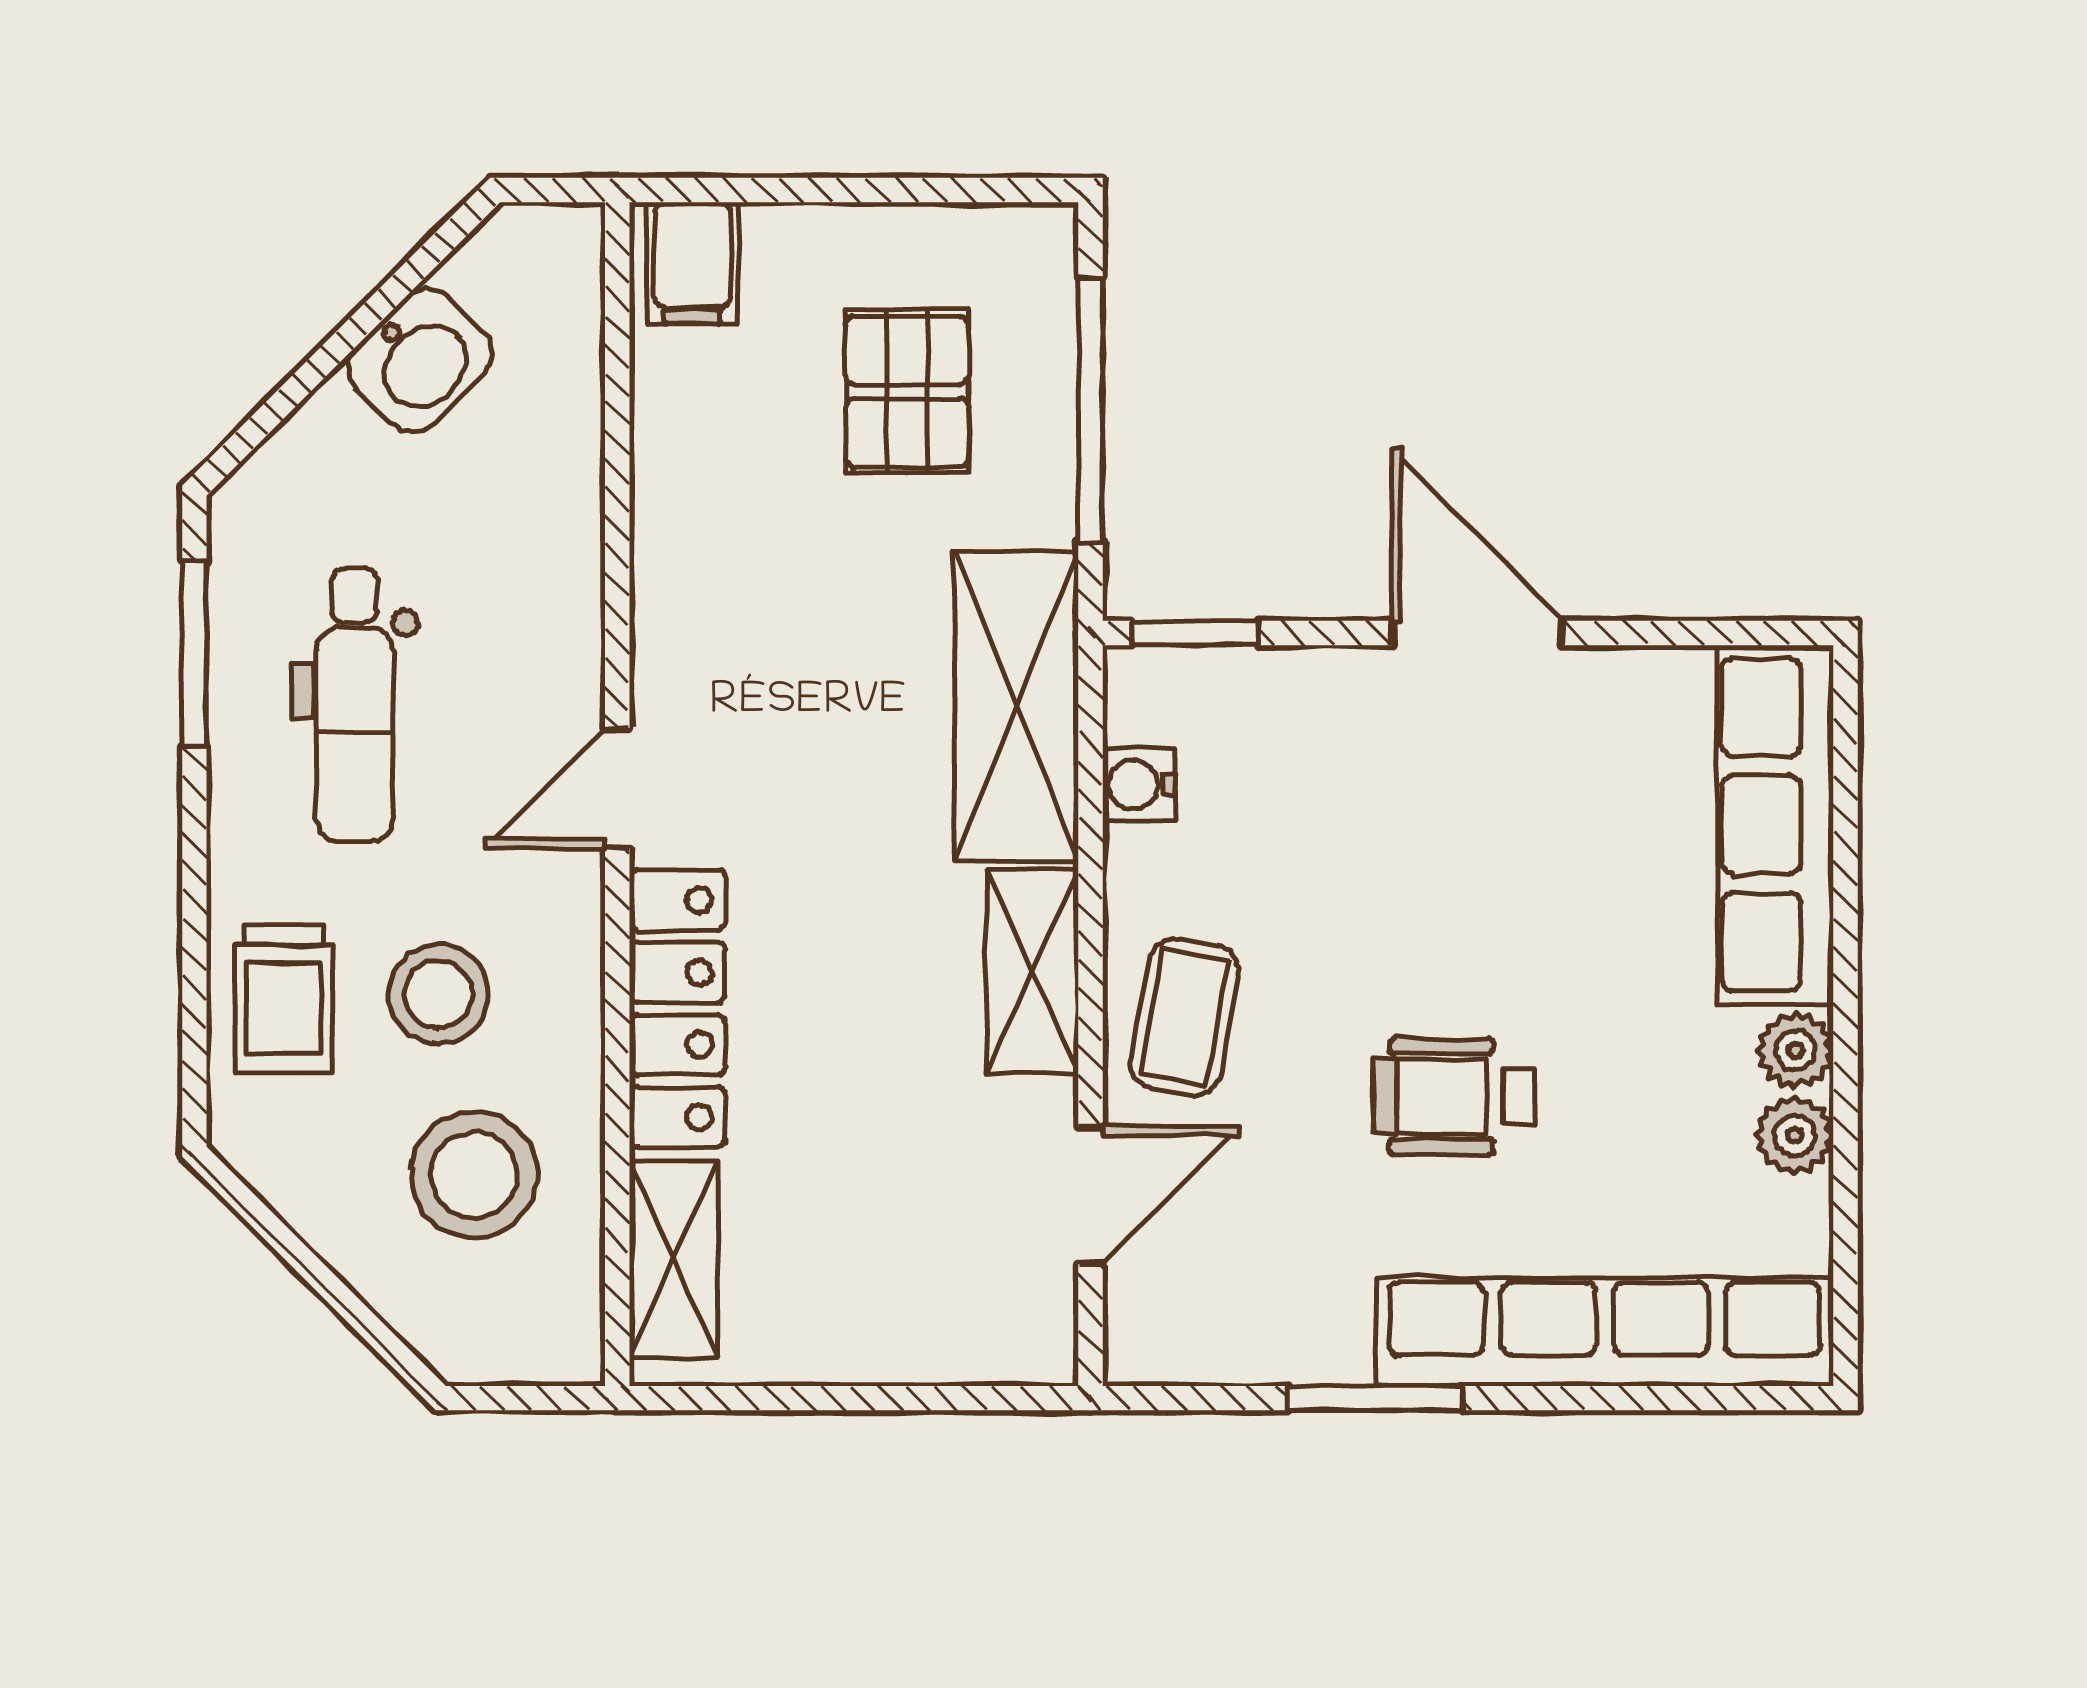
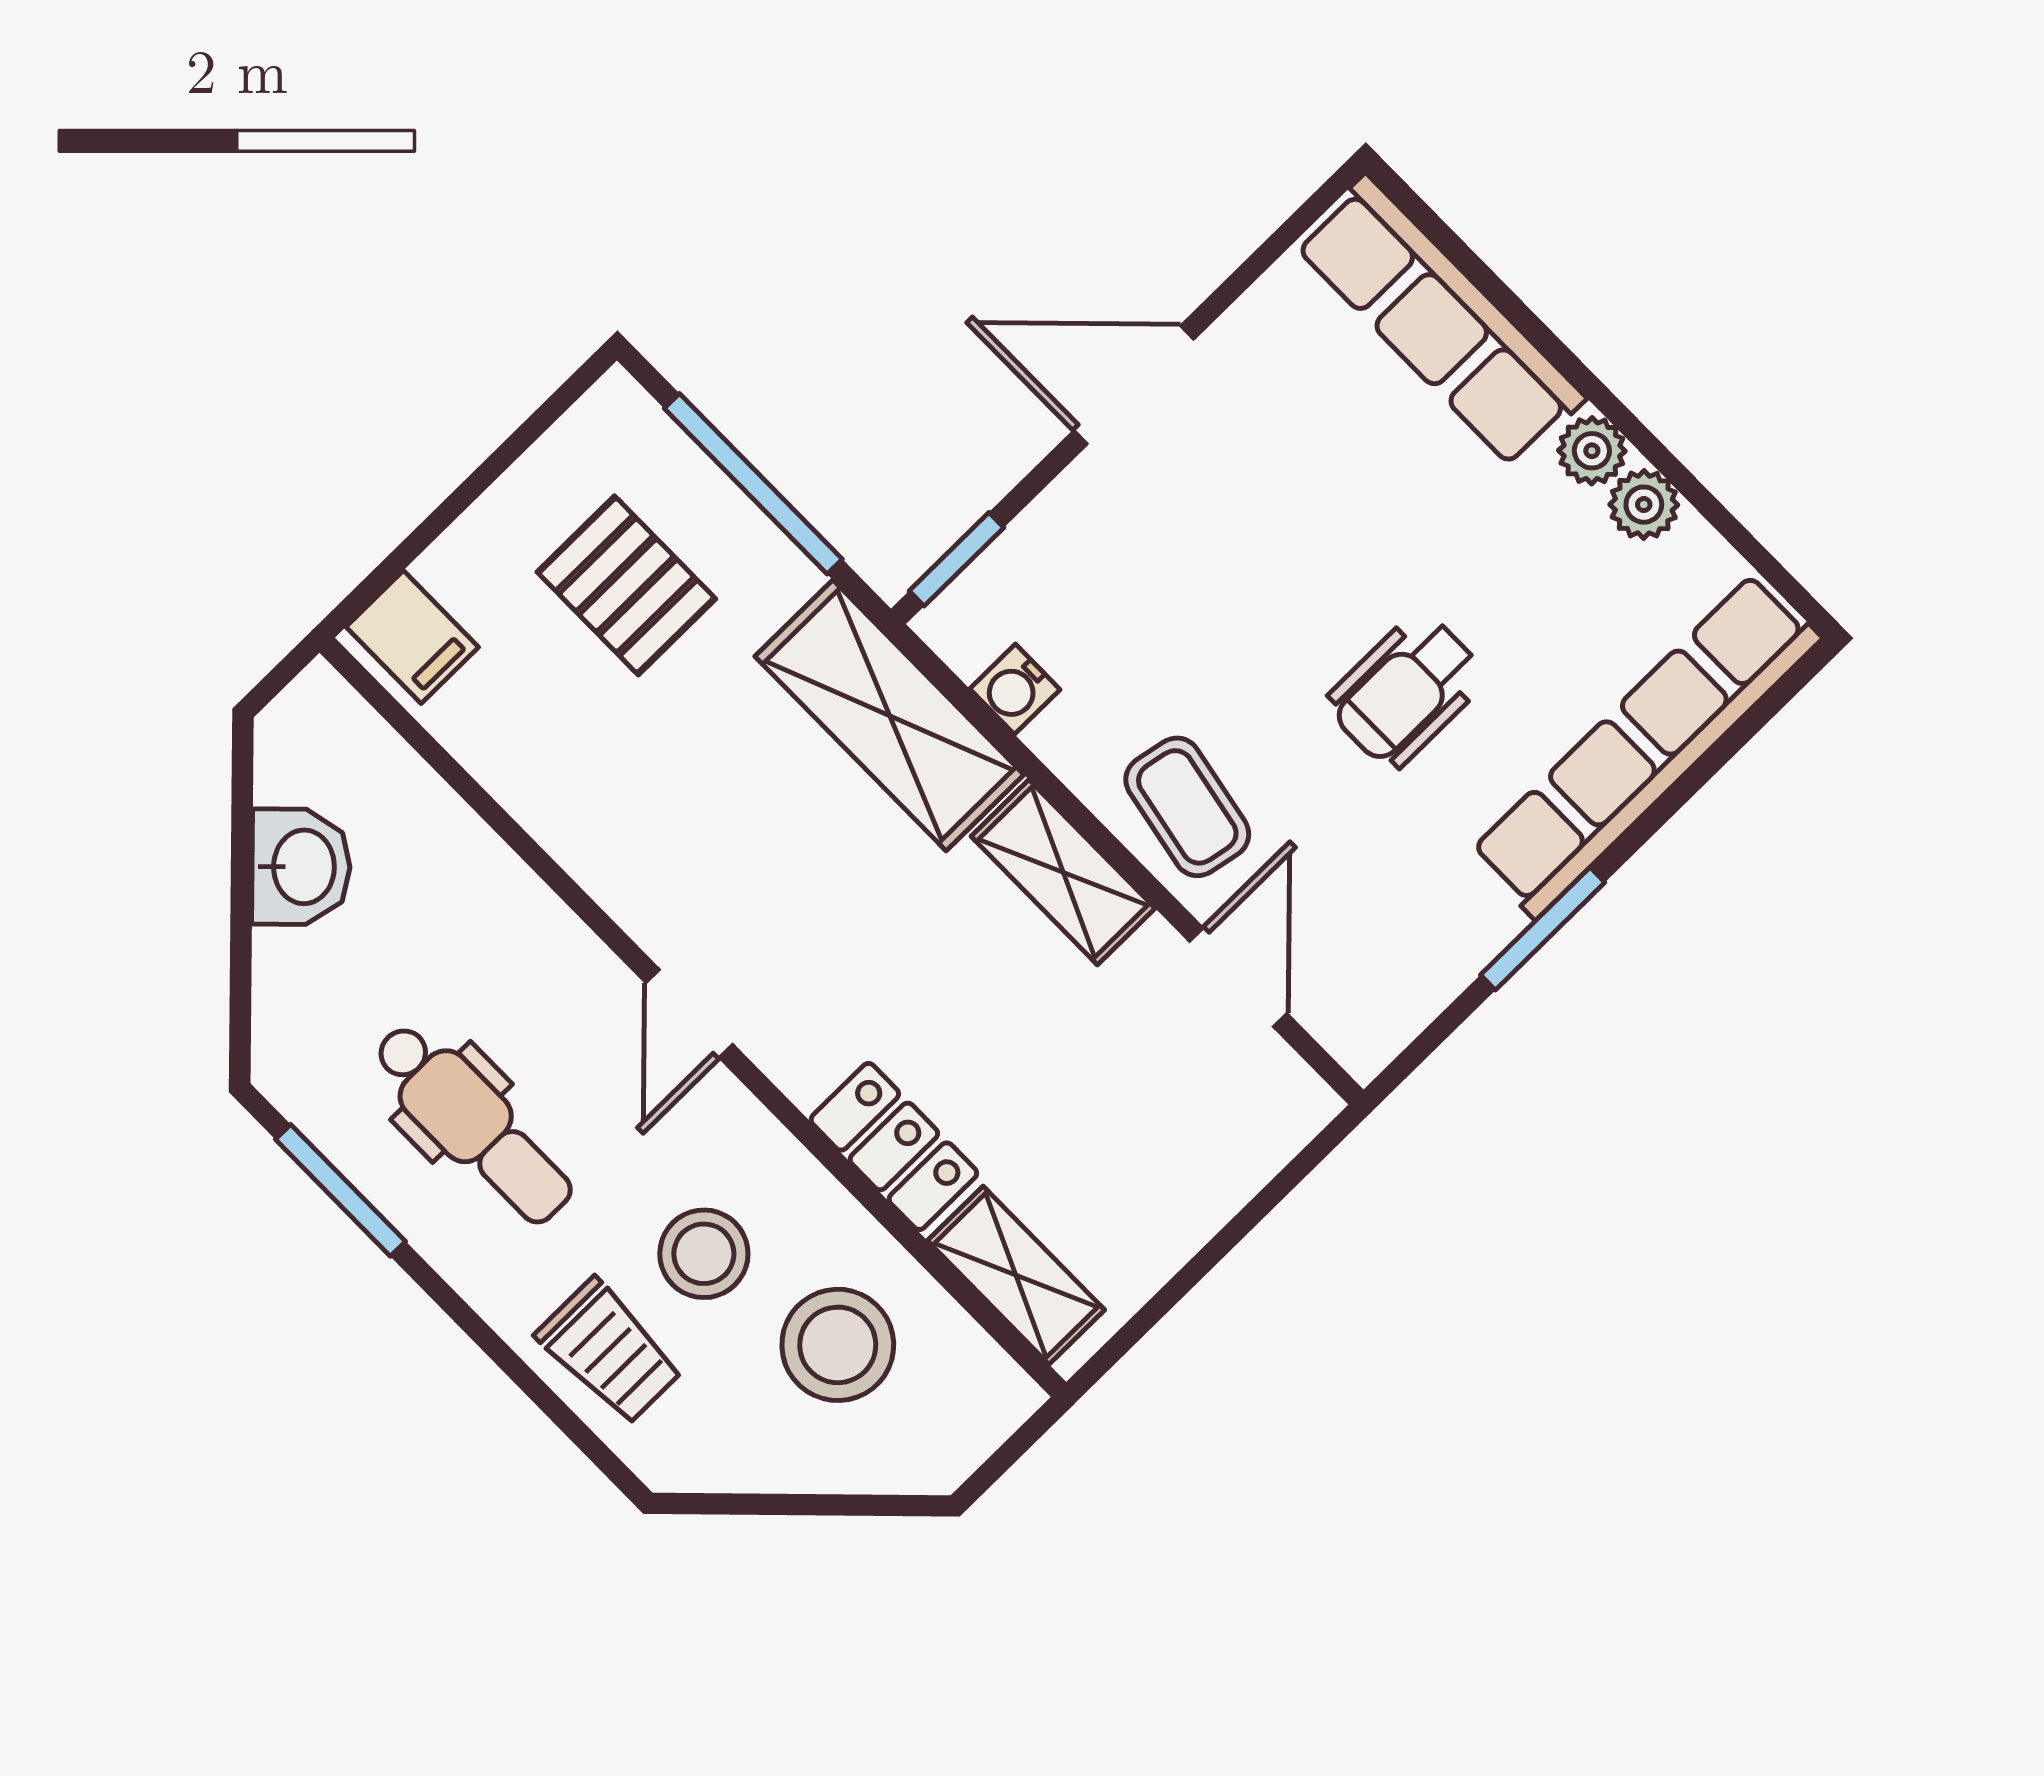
locker: (677, 1009) -> (894, 1146), width x0.66

